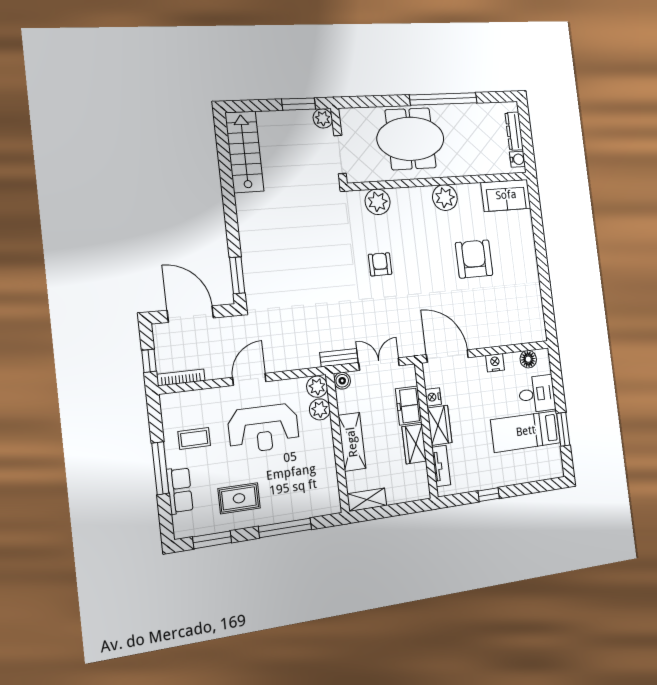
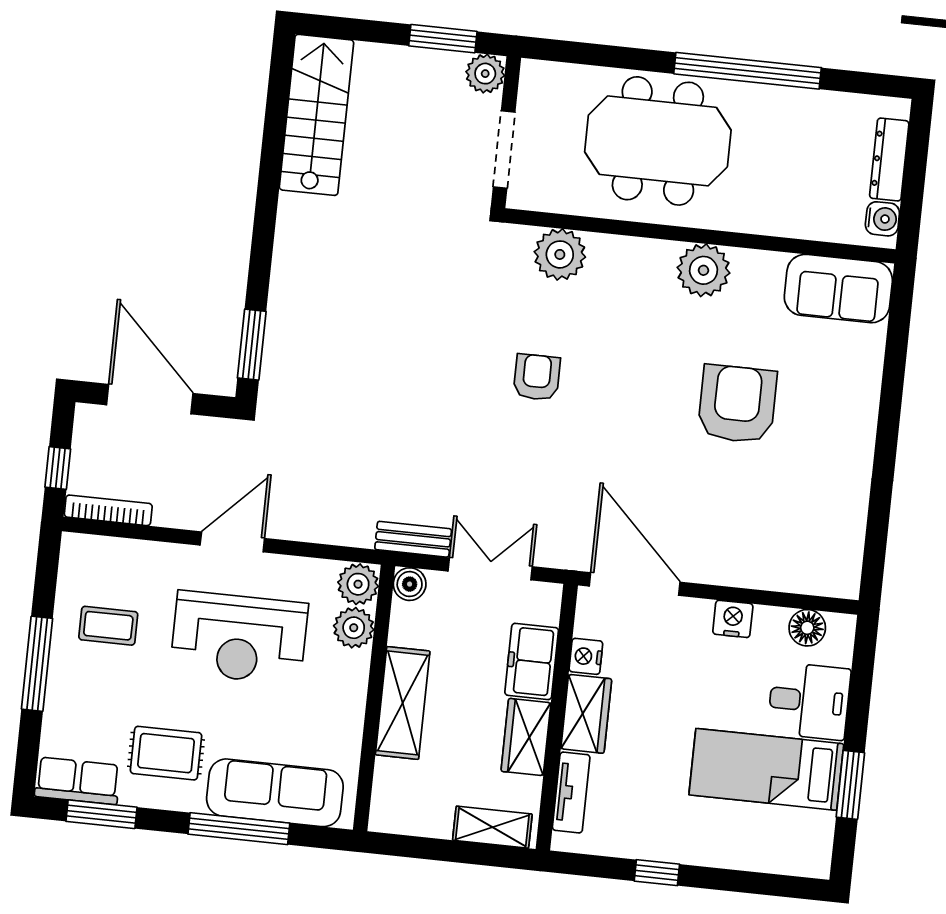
row of seats: (180, 490) -> (77, 781), moved, turned -90
shelving: (367, 500) -> (492, 827), moved
sofa: (299, 504) -> (275, 793), added

